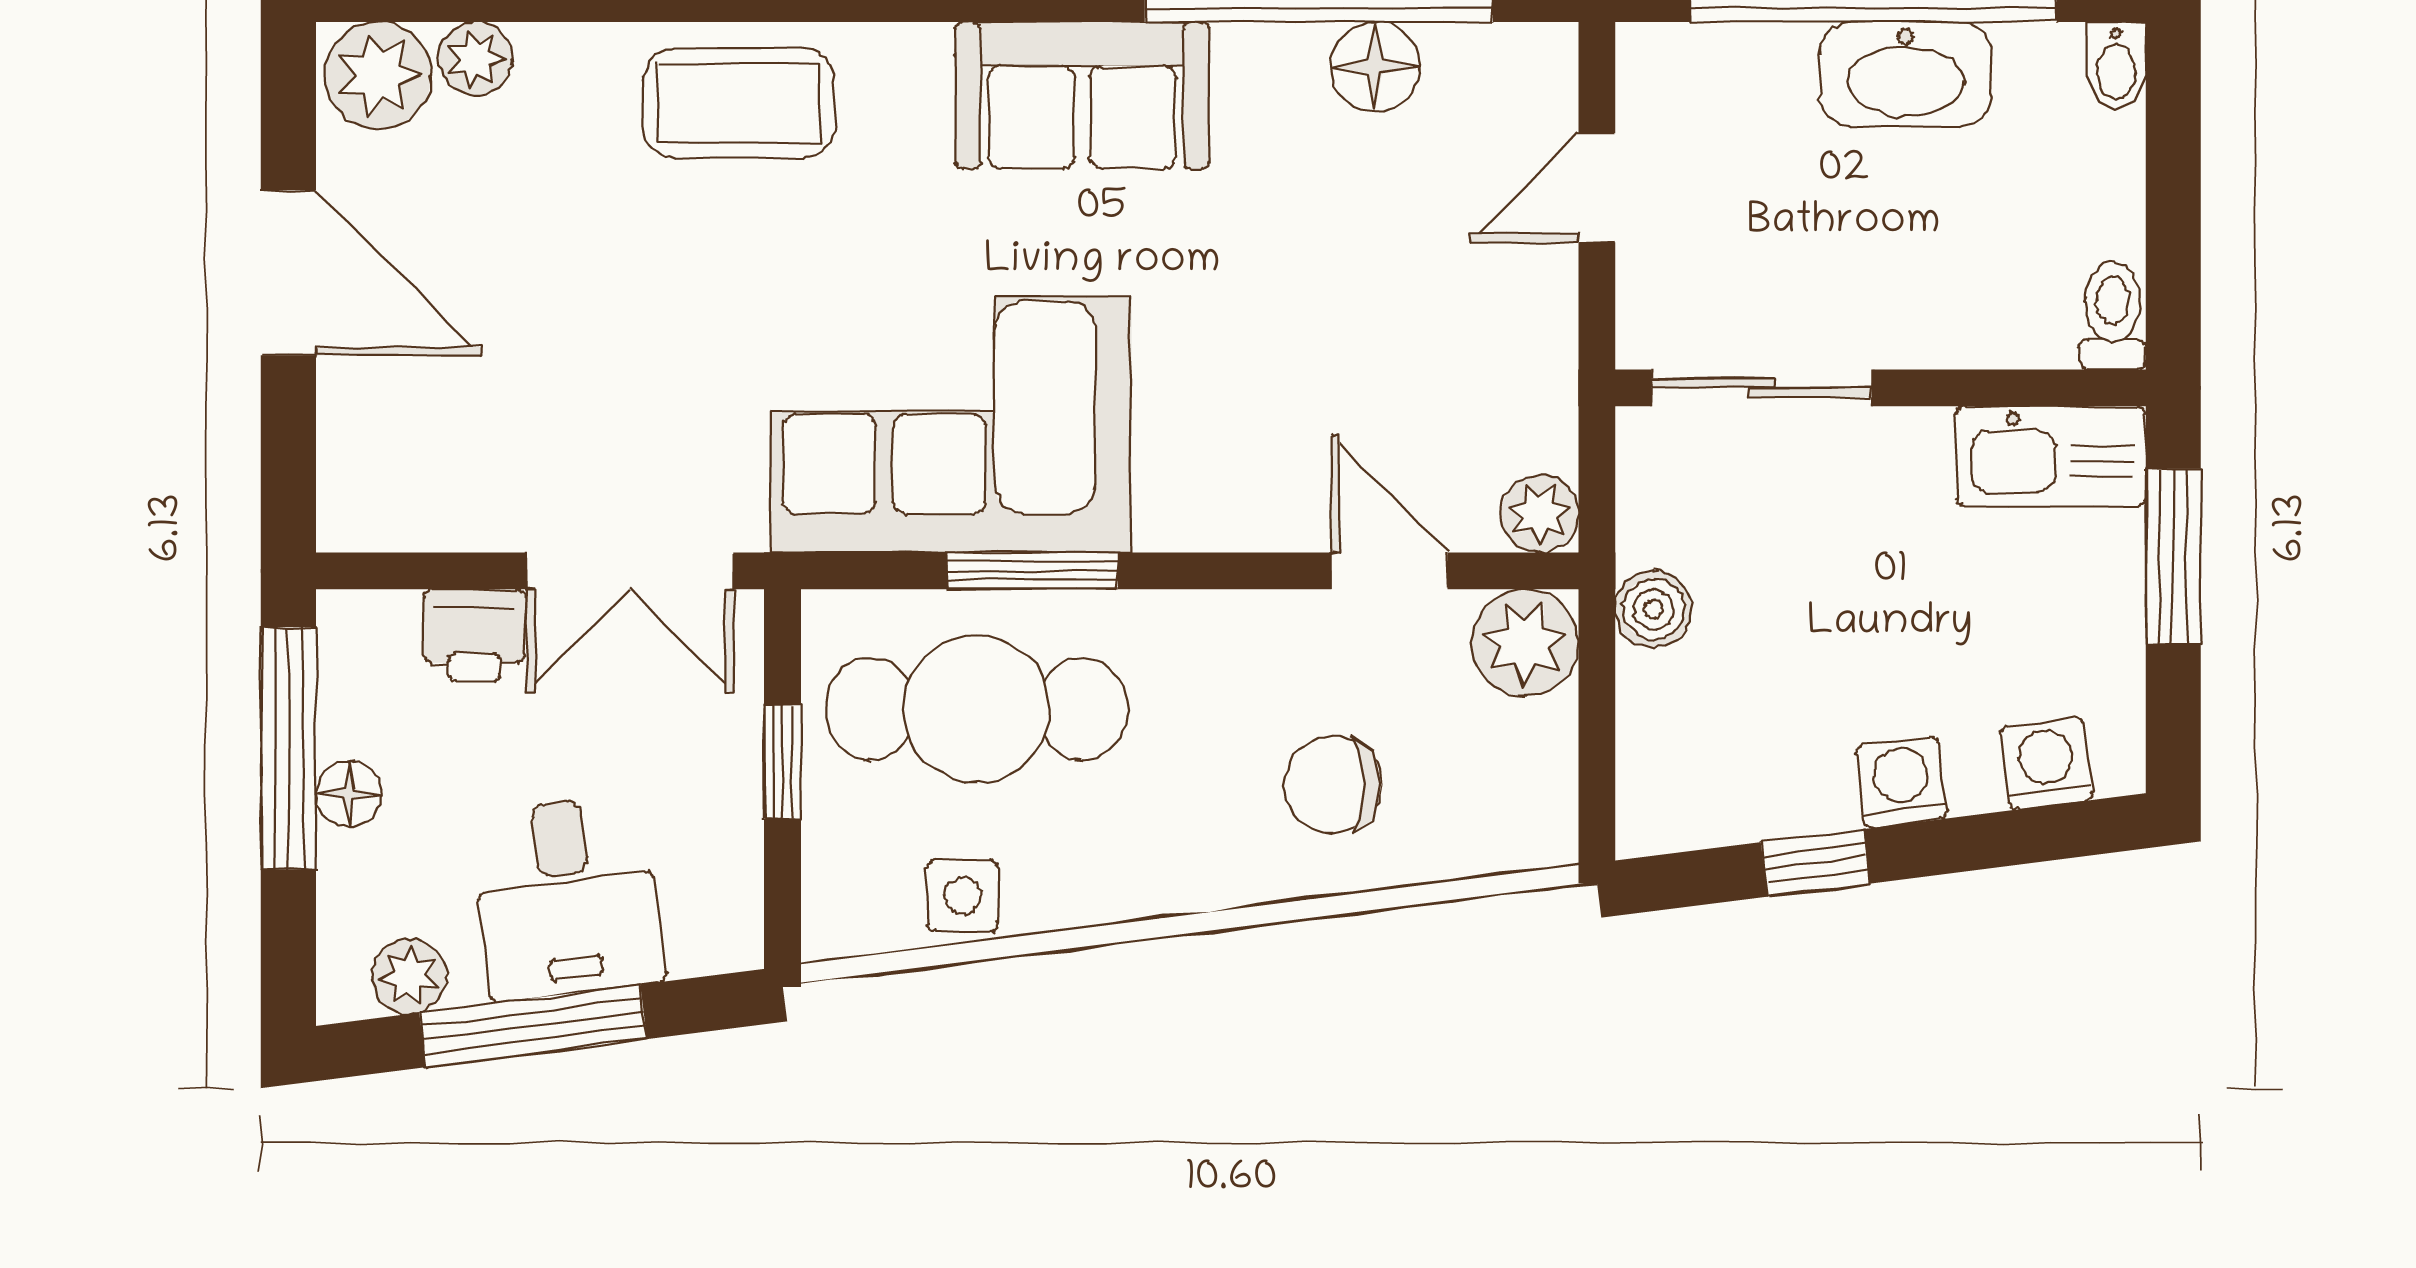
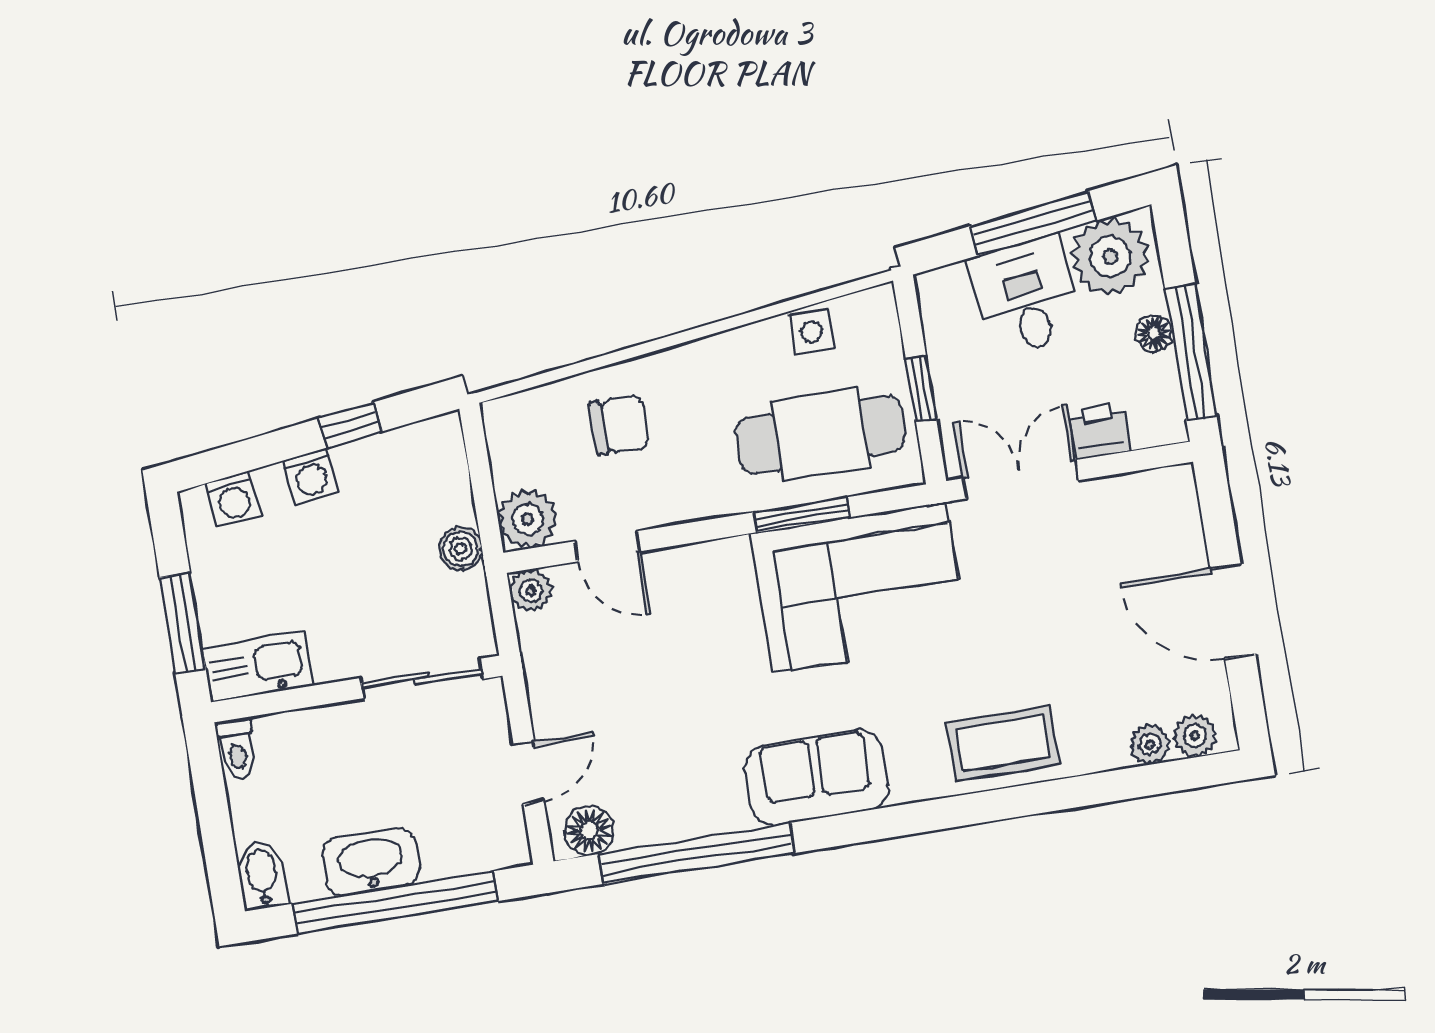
bidet: (2116, 66) -> (262, 875), width x1.38, depth x1.36
floor lamp: (1375, 67) -> (589, 831), moved
plant: (378, 75) -> (1195, 736), width x0.73, depth x0.73
plant: (409, 976) -> (1110, 257), width x1.87, depth x1.87

